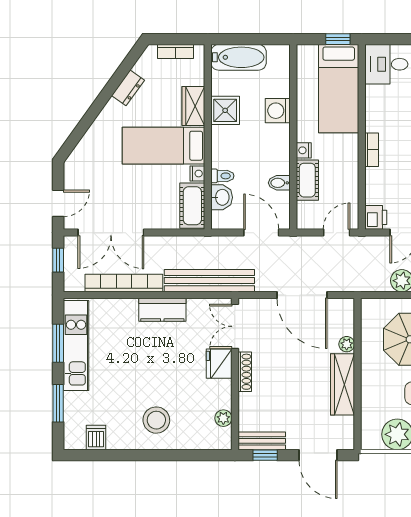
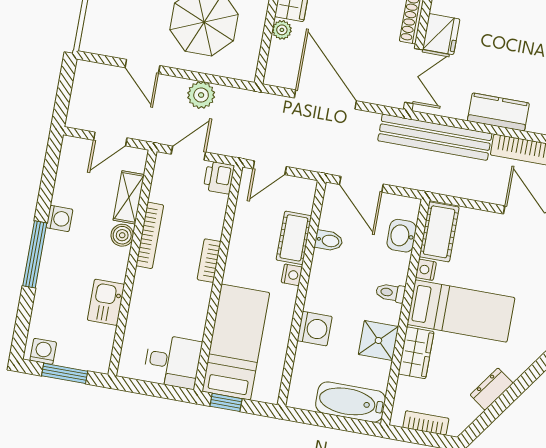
toilet: (222, 176) -> (390, 293), moved

